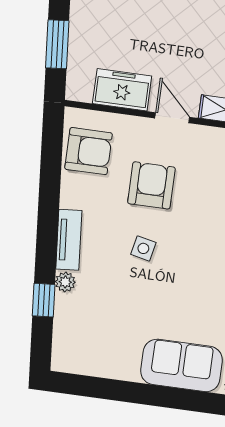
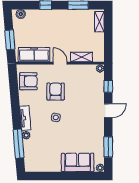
freezer: (122, 90) -> (34, 55), width x1.40
window: (44, 300) -> (18, 144), width x2.17

